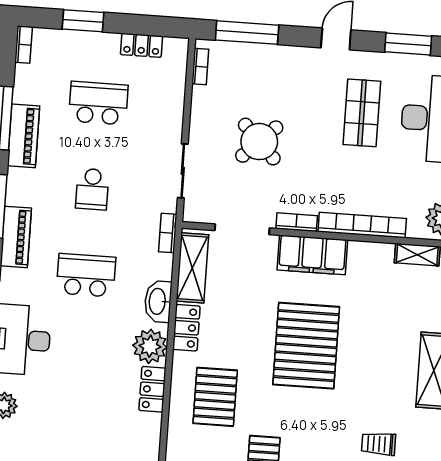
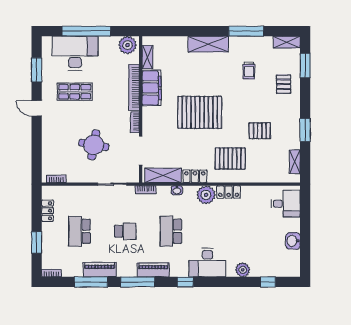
window: (247, 33) -> (37, 155), removed
round table: (259, 142) -> (94, 145), turned -36
filing cabinet: (312, 255) -> (152, 88), moved
washbasin: (158, 301) -> (177, 190), width x0.52, depth x0.69

